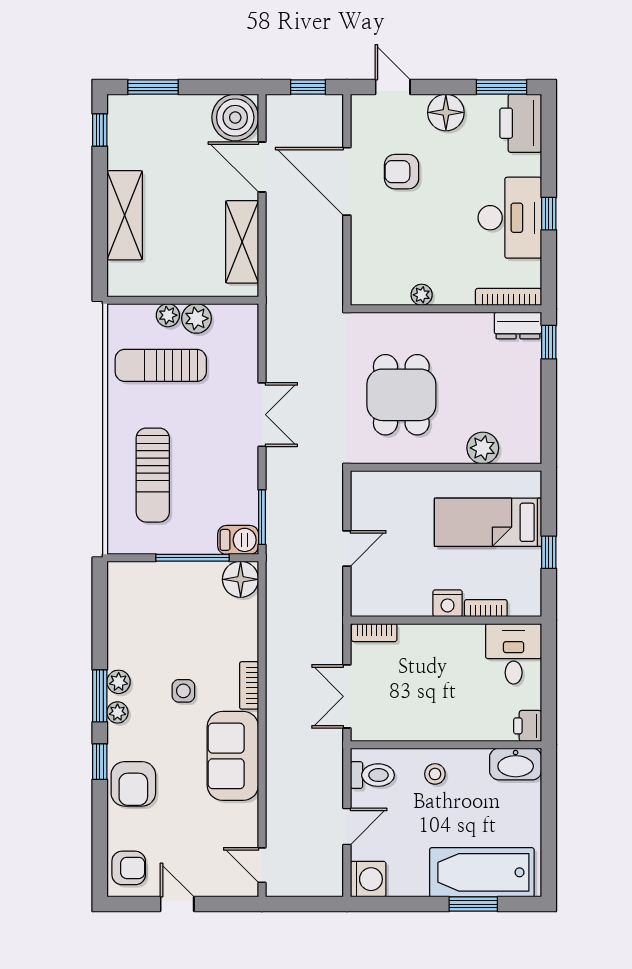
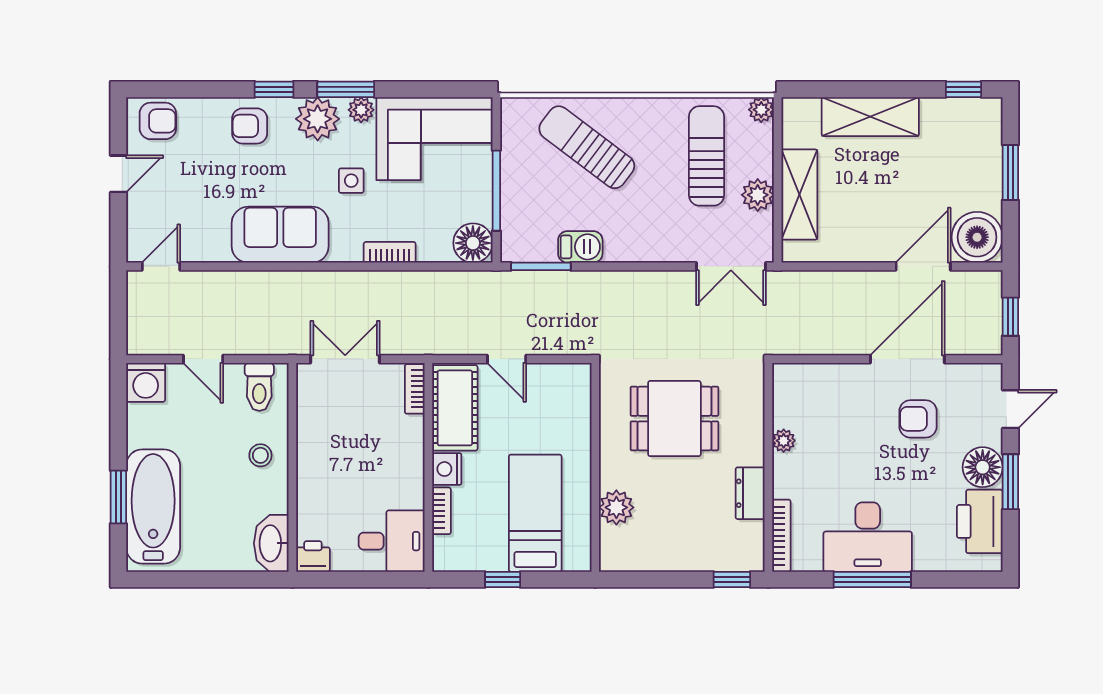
window: (153, 87) -> (1010, 172), moved
window: (502, 87) -> (1010, 482), moved
printer: (521, 123) -> (980, 521), moved, turned -90
armchair: (402, 172) -> (918, 419), turned -90
window: (549, 214) -> (872, 579), width x2.17
shelving: (242, 242) -> (799, 194), moved, turned 90
plant: (168, 315) -> (761, 110), moved
dresser: (518, 325) -> (750, 493), moved
double door: (262, 415) -> (731, 266), moved
sun lounger: (153, 475) -> (587, 147), turned 37
barbecue: (238, 540) -> (580, 247), moved, turned -90
cot: (392, 596) -> (455, 408), added
corner sofa: (145, 615) -> (434, 139), added
bookcase: (249, 685) -> (390, 252), moved
plant: (117, 712) -> (318, 119), width x1.88, depth x1.88
armchair: (133, 784) -> (250, 126), width x0.72, depth x0.72
armchair: (129, 868) -> (158, 121), turned -90

